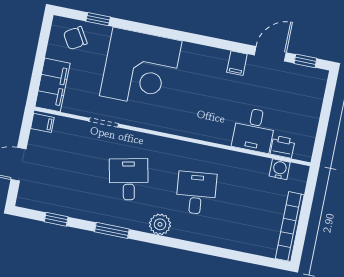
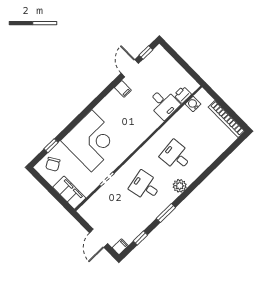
filing cabinet: (42, 123) -> (120, 247), moved

